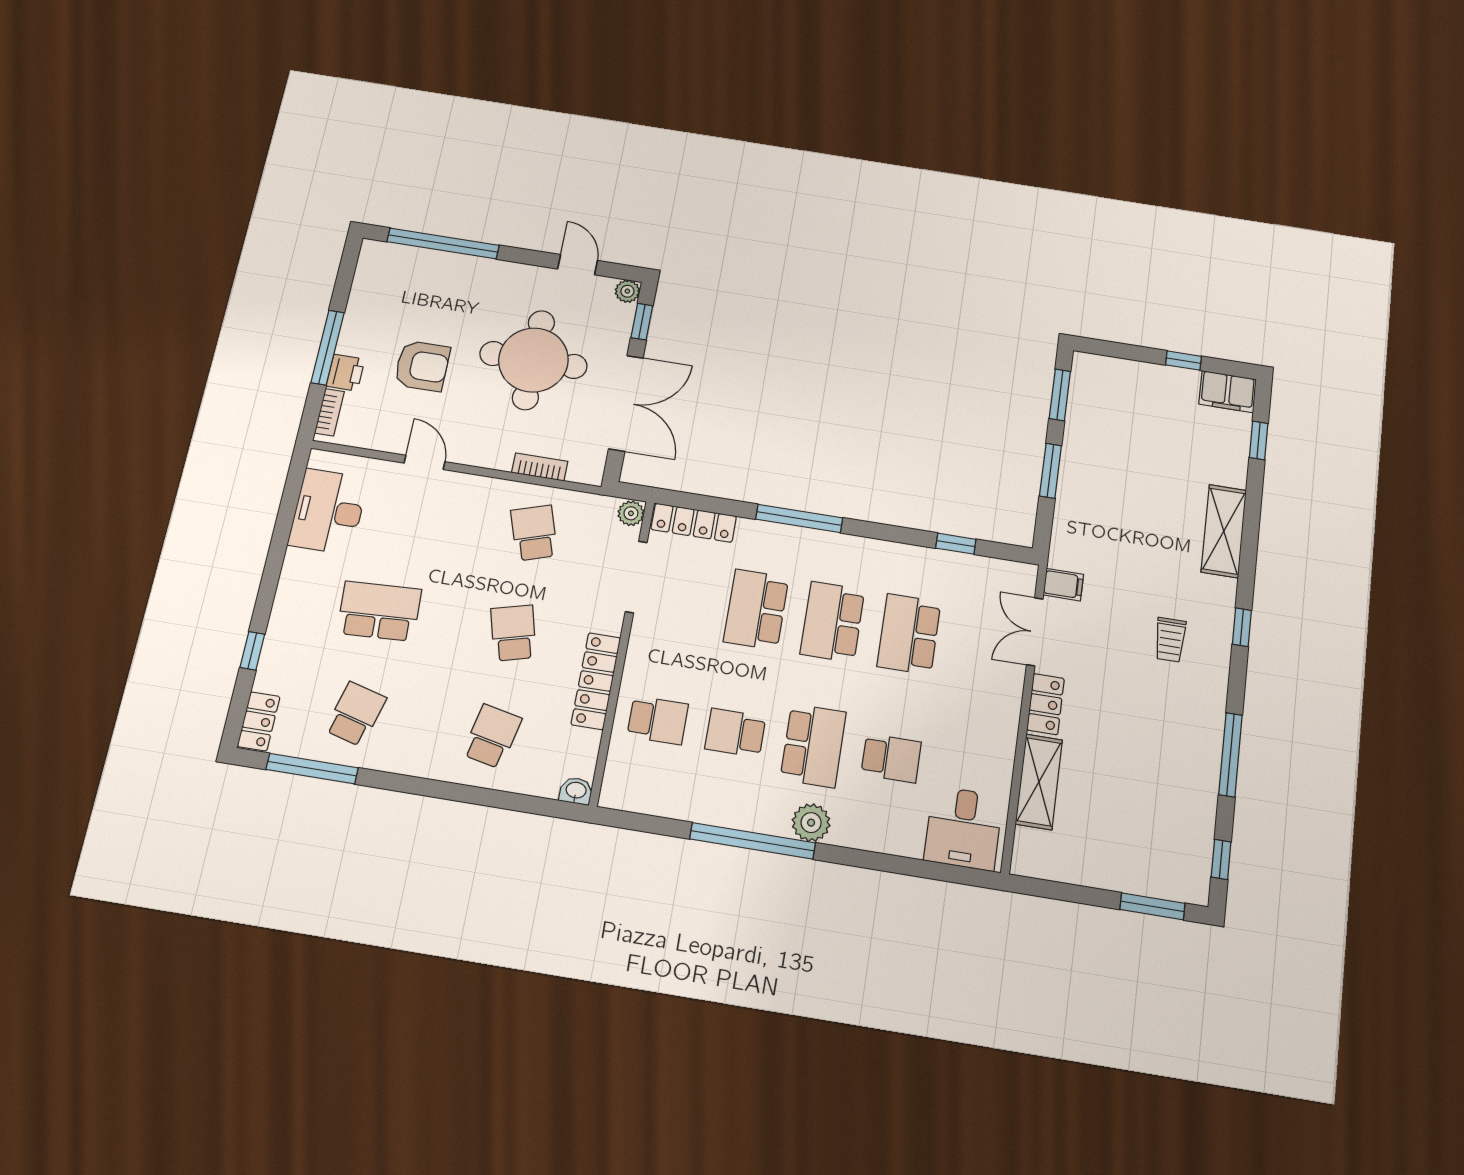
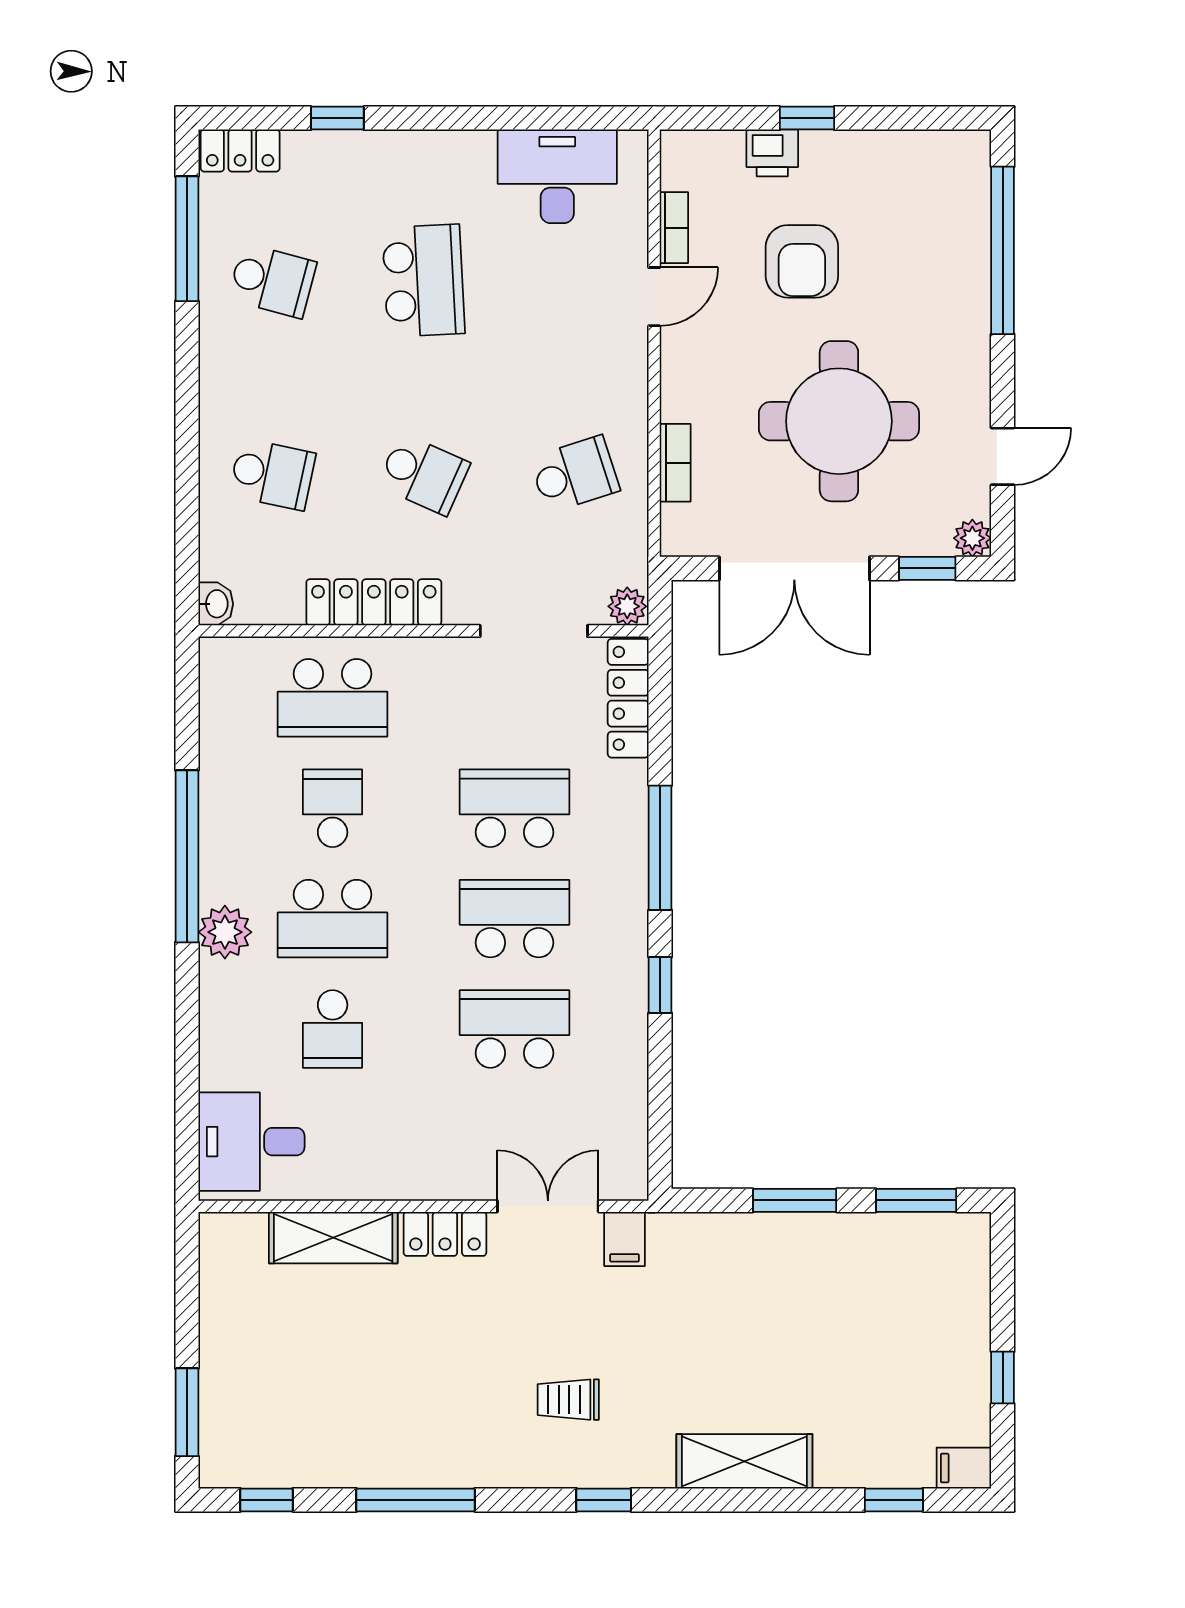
window: (328, 348) -> (807, 118), width x0.46
filing cabinet: (1228, 392) -> (964, 1468), width x0.50
bookcase: (329, 412) -> (674, 228), moved, turned -90
window: (956, 544) -> (660, 985), moved
school desk: (513, 633) -> (424, 474), turned 39
school desk: (658, 720) -> (333, 698), width x1.85

